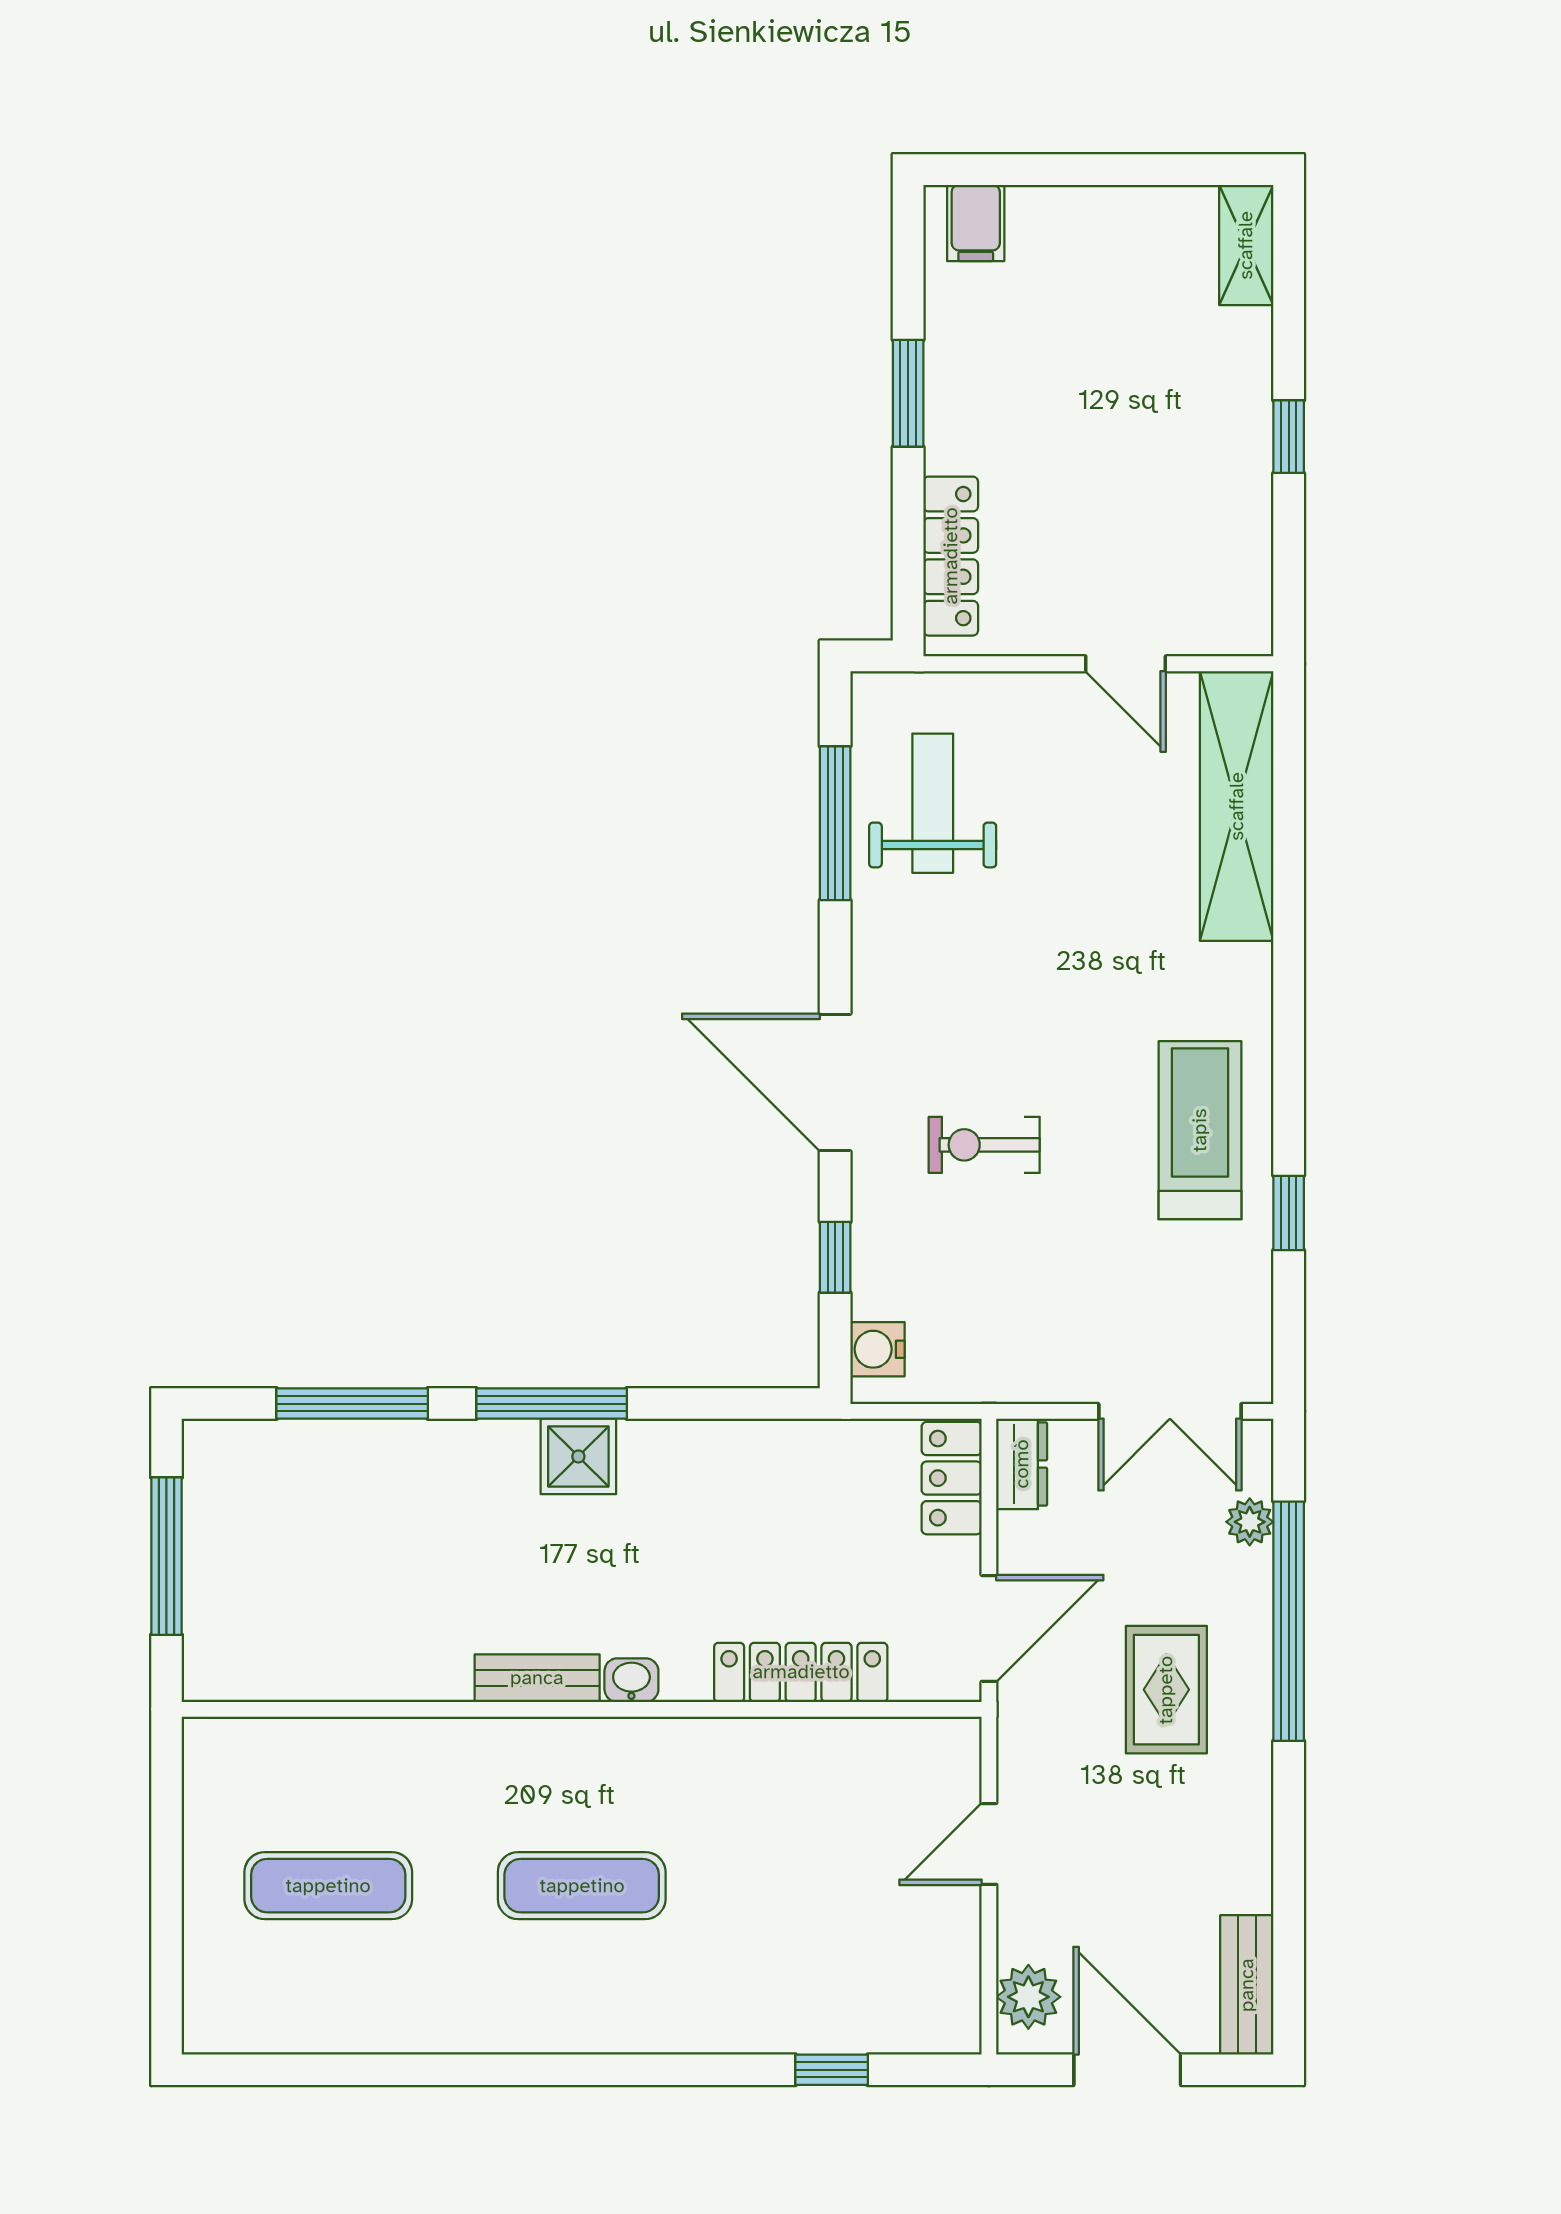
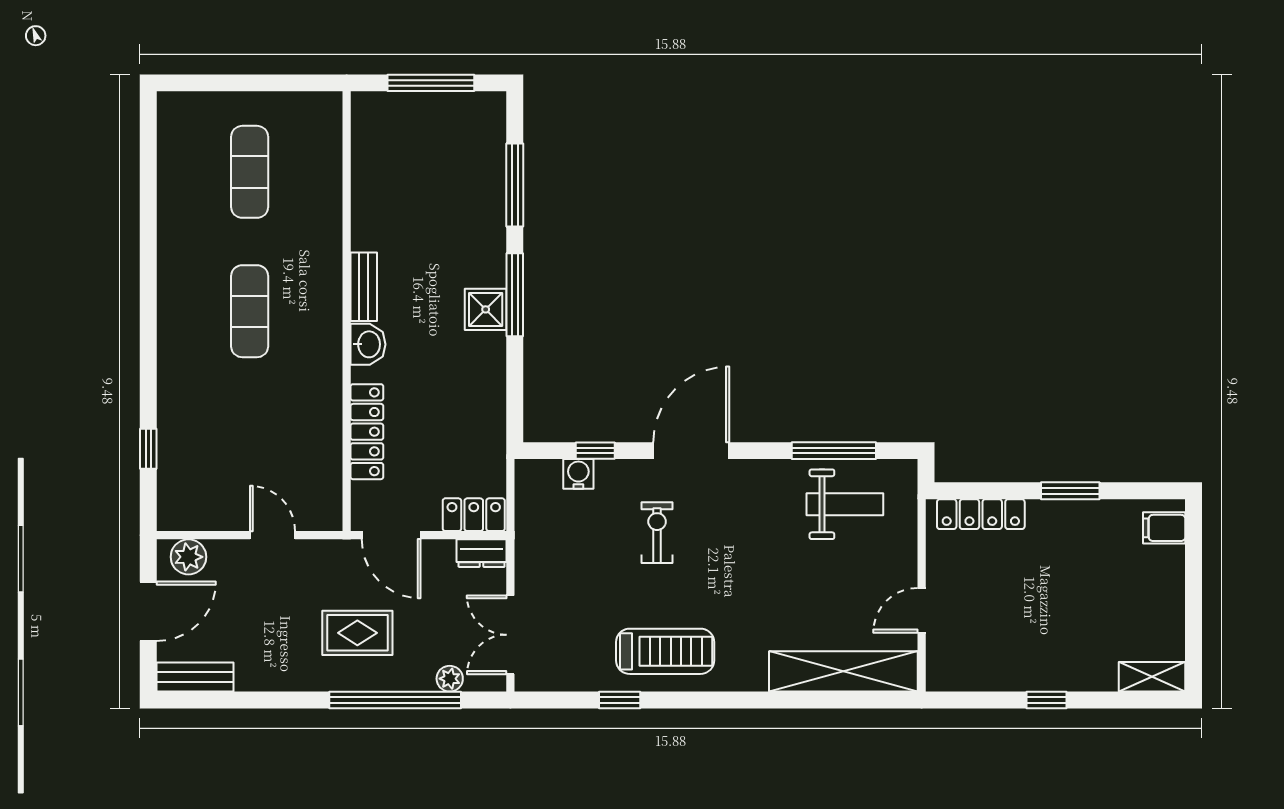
water cooler: (877, 1349) -> (578, 474), moved
washbasin: (631, 1680) -> (368, 344), width x1.38, depth x1.45

